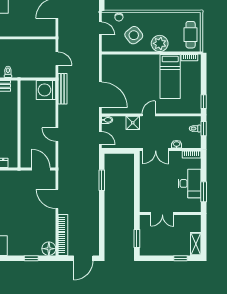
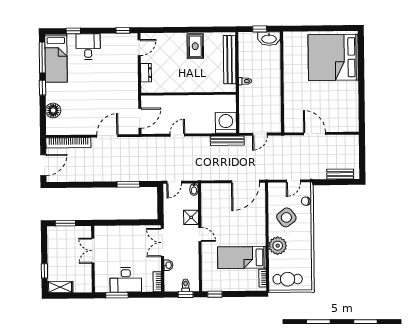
door: (100, 95) -> (245, 182), moved
floor lamp: (49, 249) -> (53, 110), moved
window: (31, 258) -> (43, 88), moved
door: (83, 258) -> (43, 165), swing flipped

